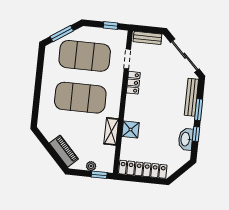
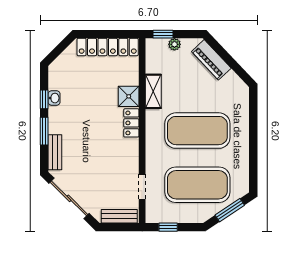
locker: (133, 83) -> (131, 123), moved
bench: (191, 97) -> (55, 152), width x0.73
washbasin: (186, 139) -> (54, 98), width x0.52, depth x0.69

